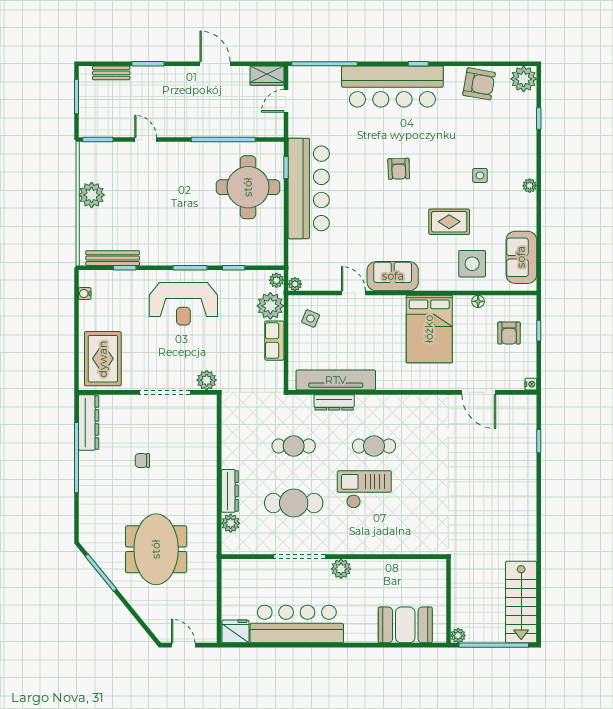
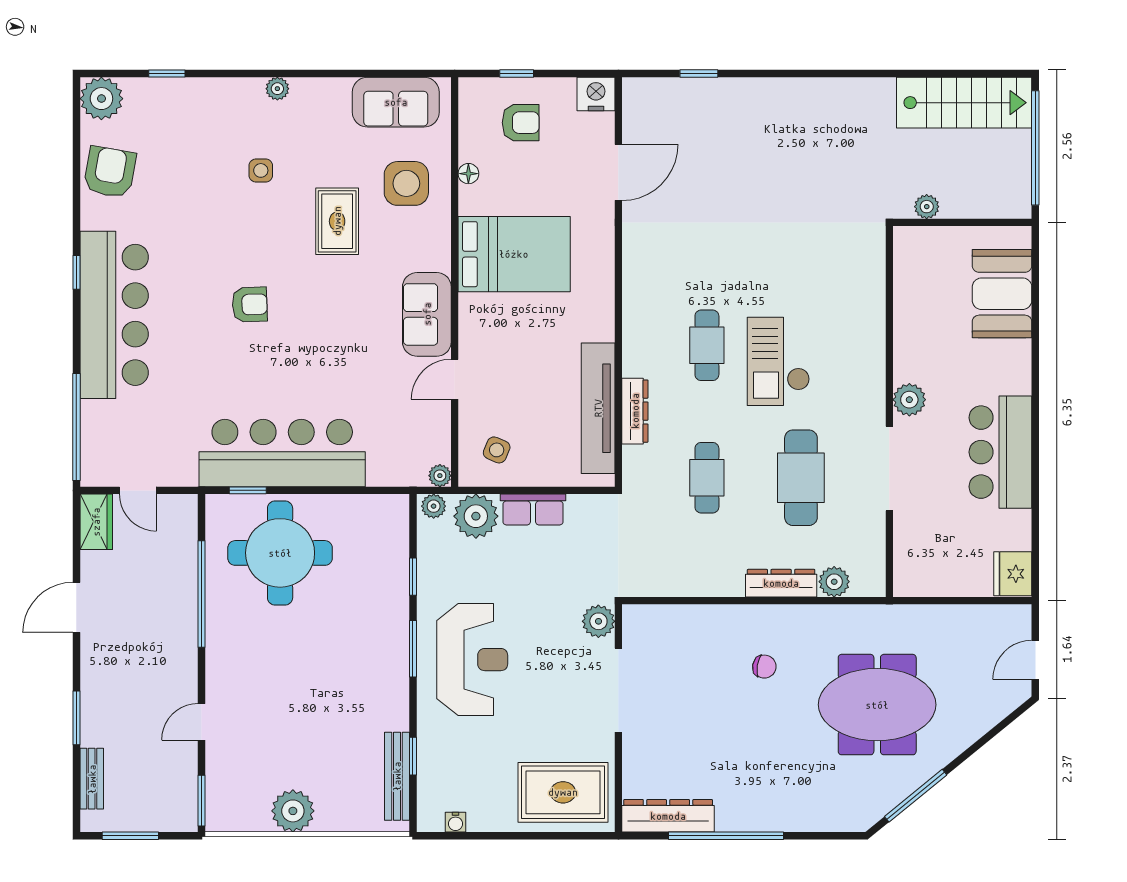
nightstand: (531, 384) -> (596, 94), width x1.89, depth x1.79
chair: (142, 460) -> (764, 667), moved, turned -81
bar counter: (297, 624) -> (1000, 452), width x0.73
plant: (458, 636) -> (927, 207), moved

